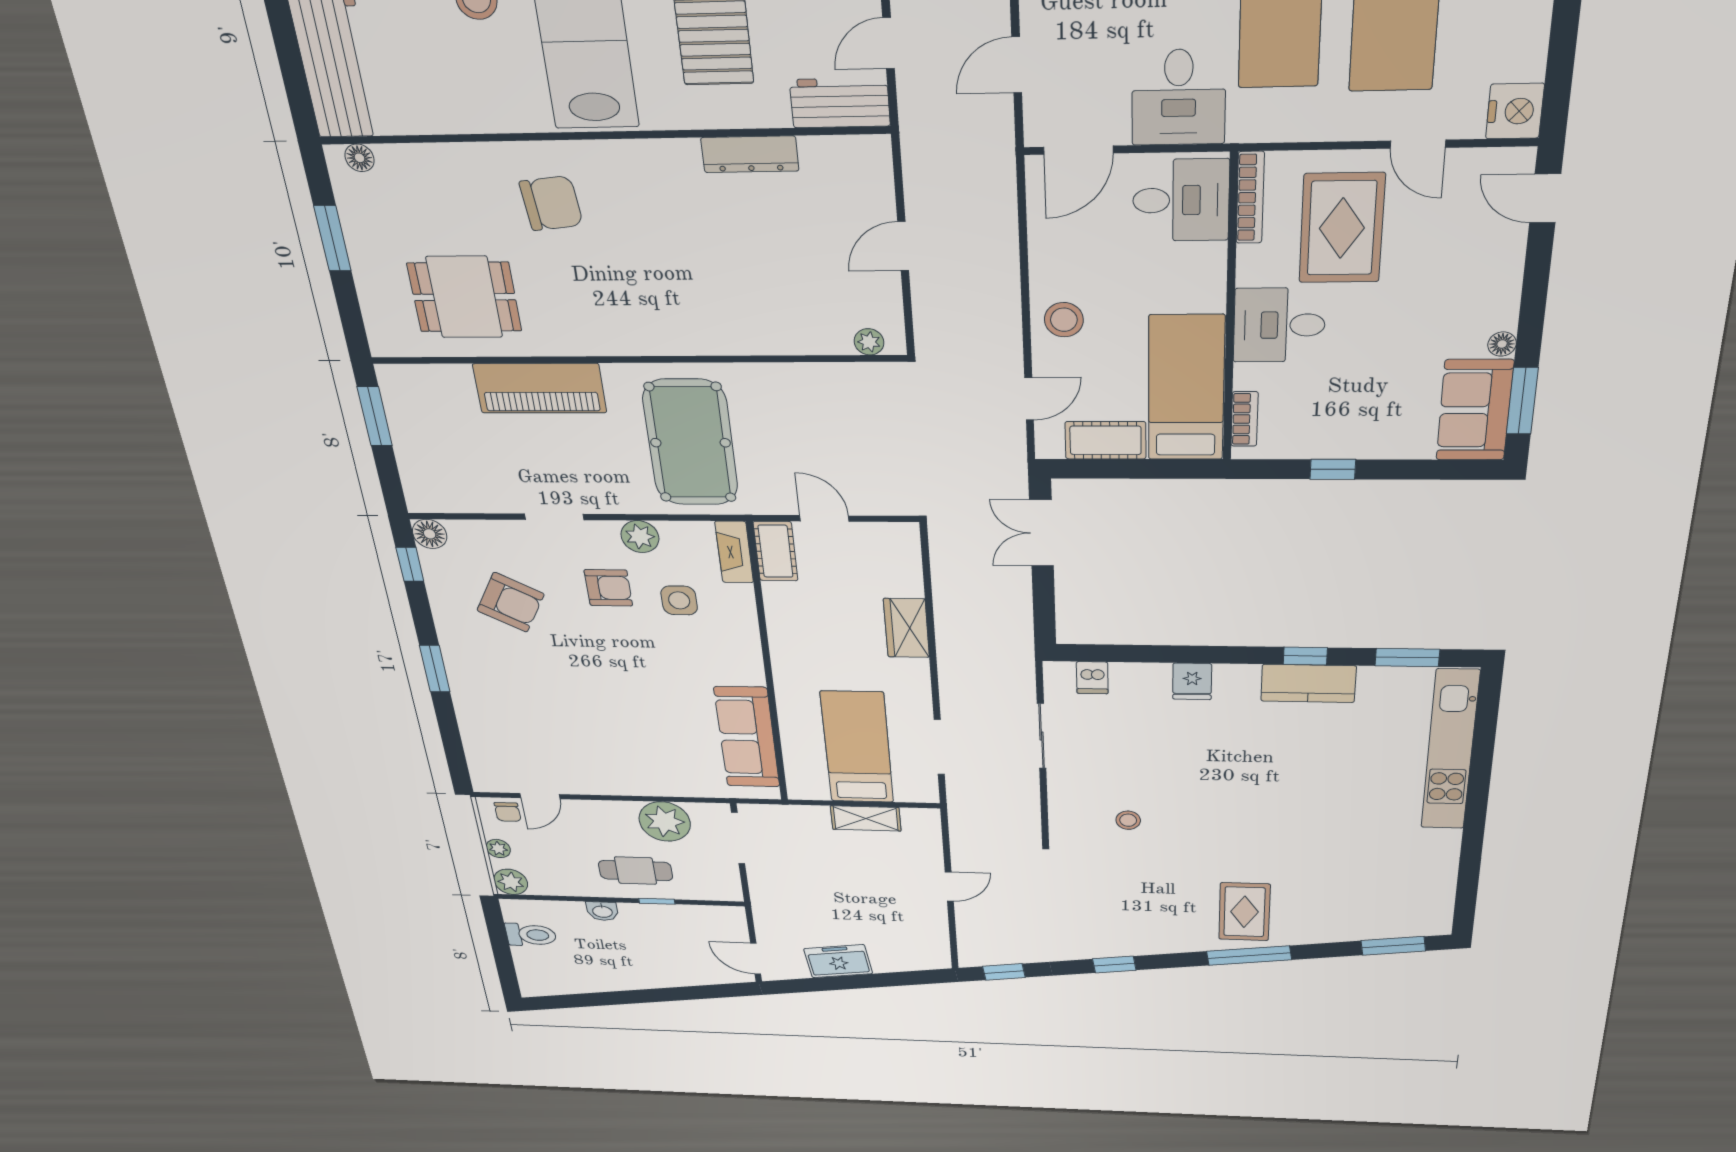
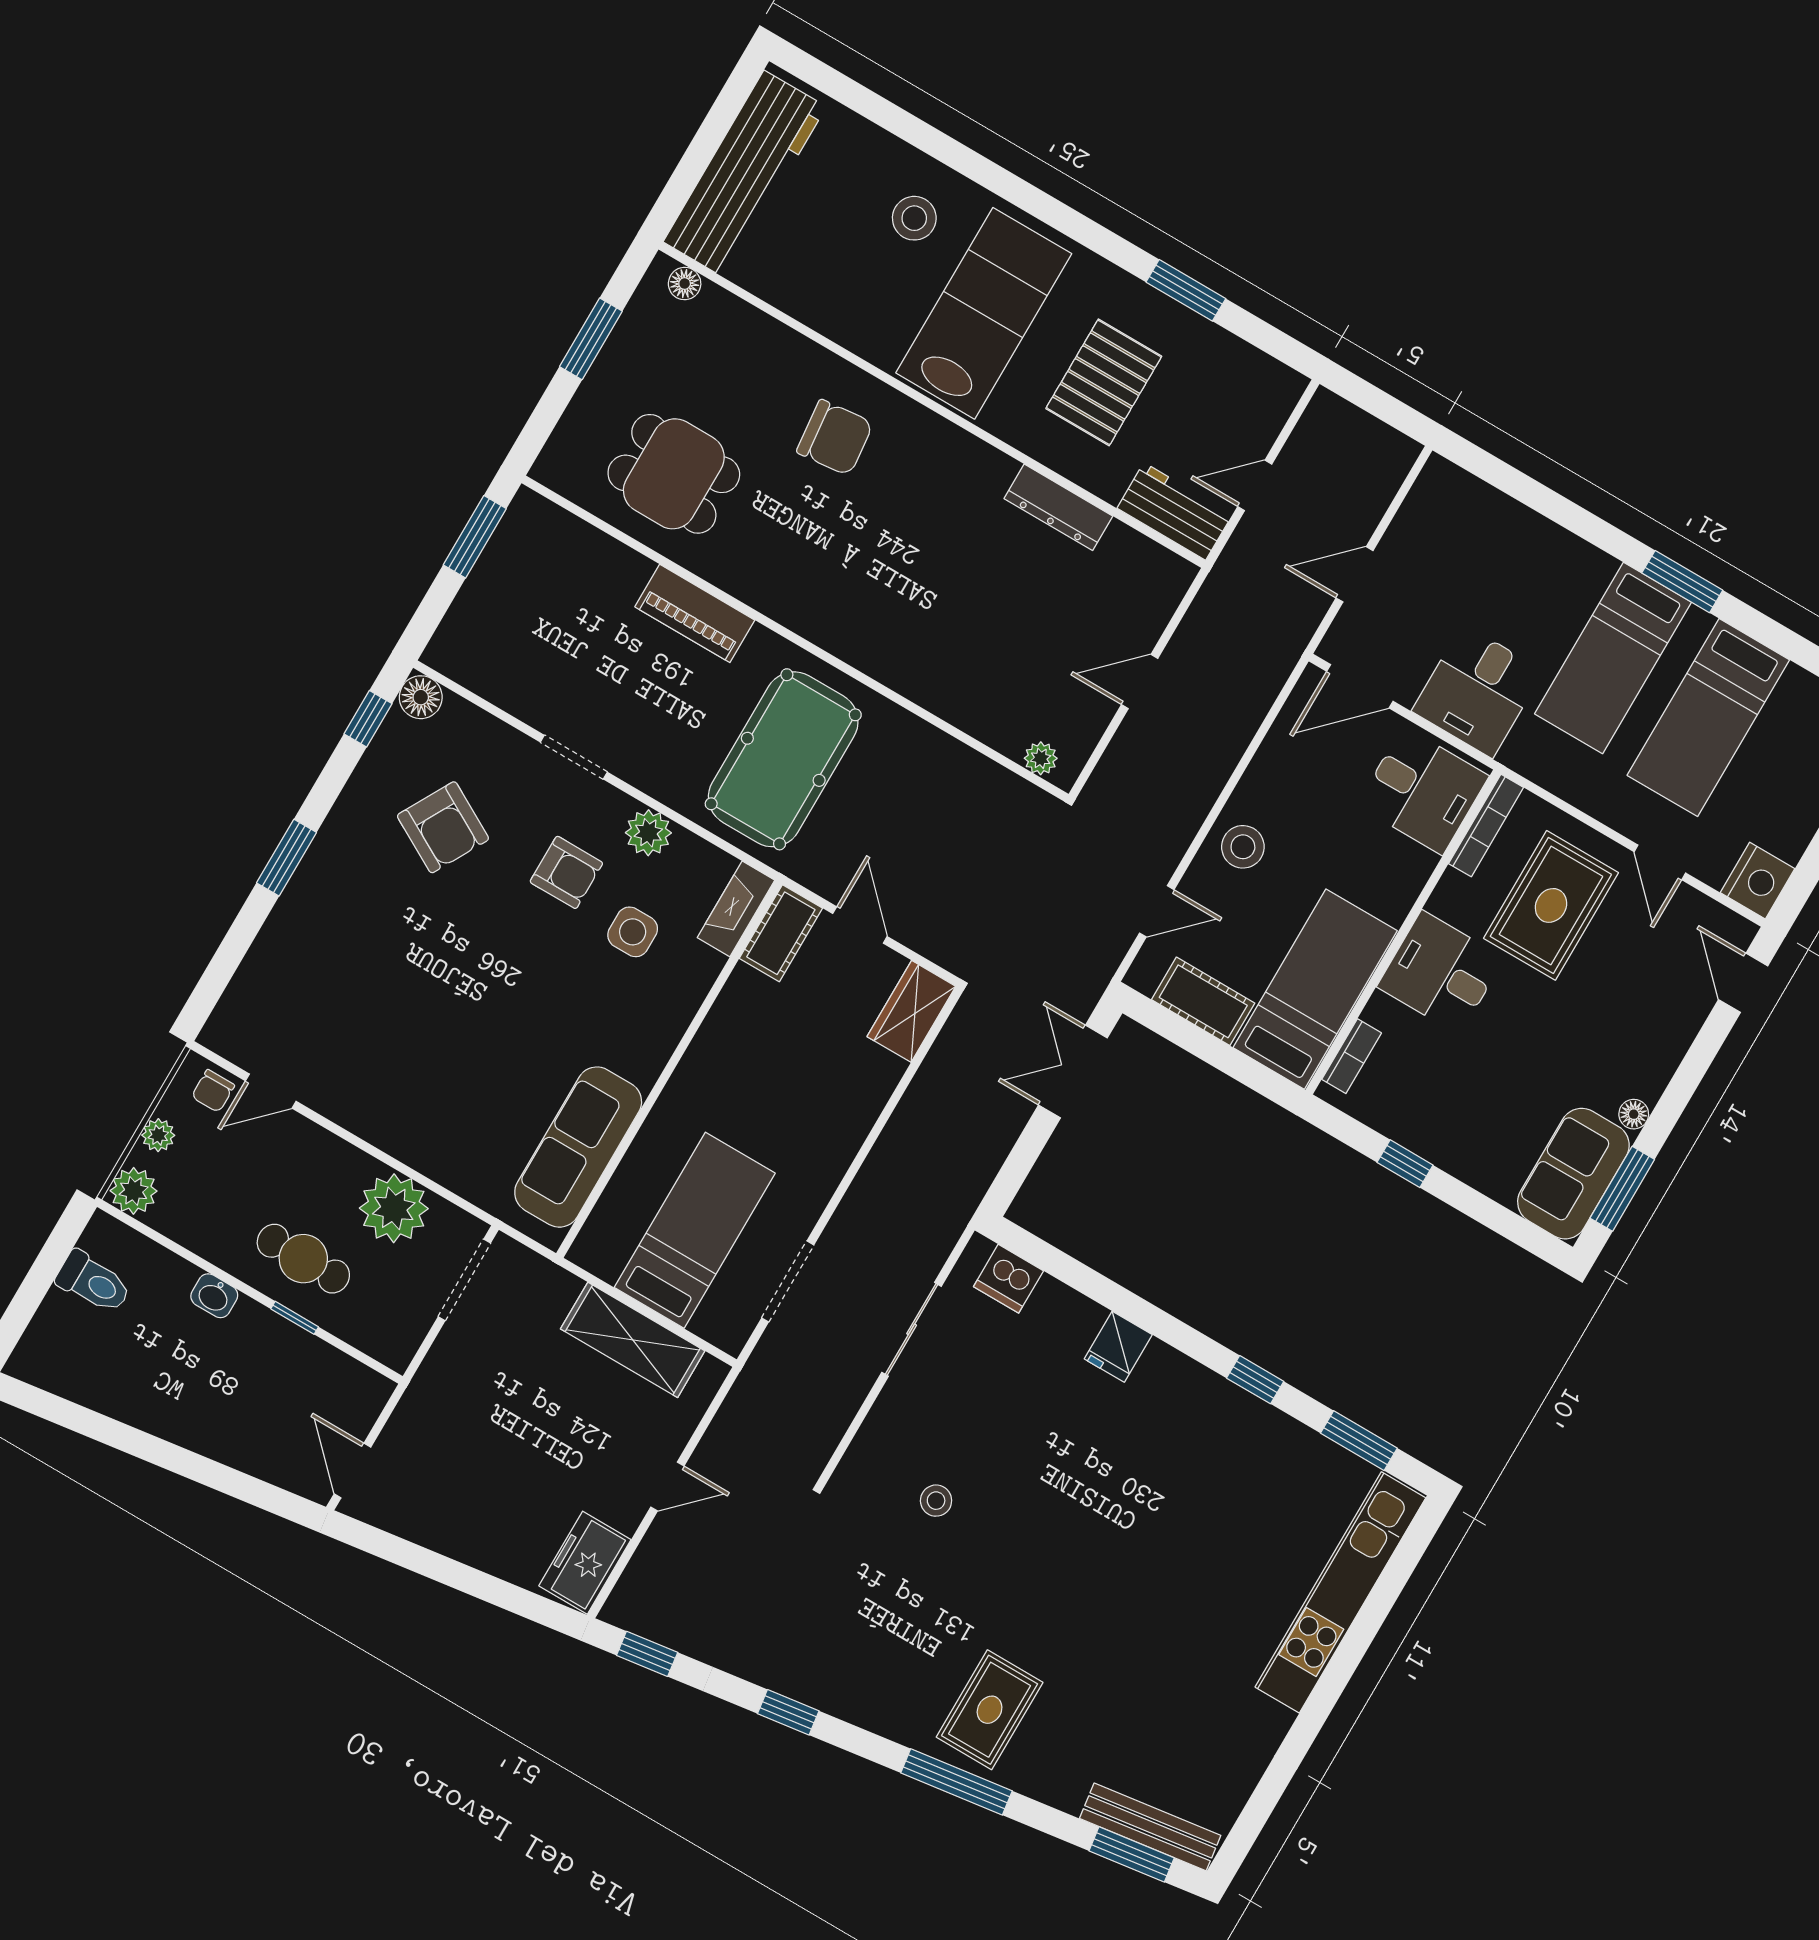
piano: (540, 388) -> (695, 613), width x0.73, depth x0.75
wardrobe: (906, 628) -> (911, 1011), moved
dishwasher: (1092, 678) -> (1008, 1279), width x1.38
kitchen counter: (1308, 683) -> (1239, 1418), removed
shelving: (866, 818) -> (633, 1340), width x1.50, depth x1.33
bench: (1396, 928) -> (1150, 1827), added
freezer: (838, 961) -> (585, 1563), moved, turned -82

